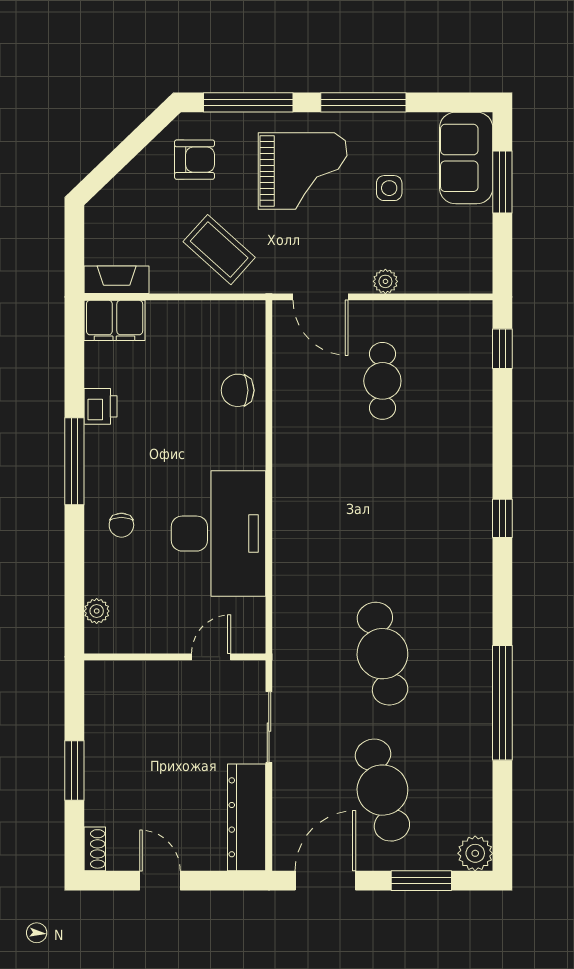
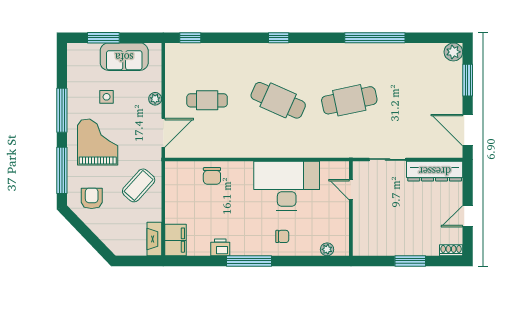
sofa: (466, 158) -> (124, 57), moved
cafe table: (382, 790) -> (278, 100), moved, turned 39

